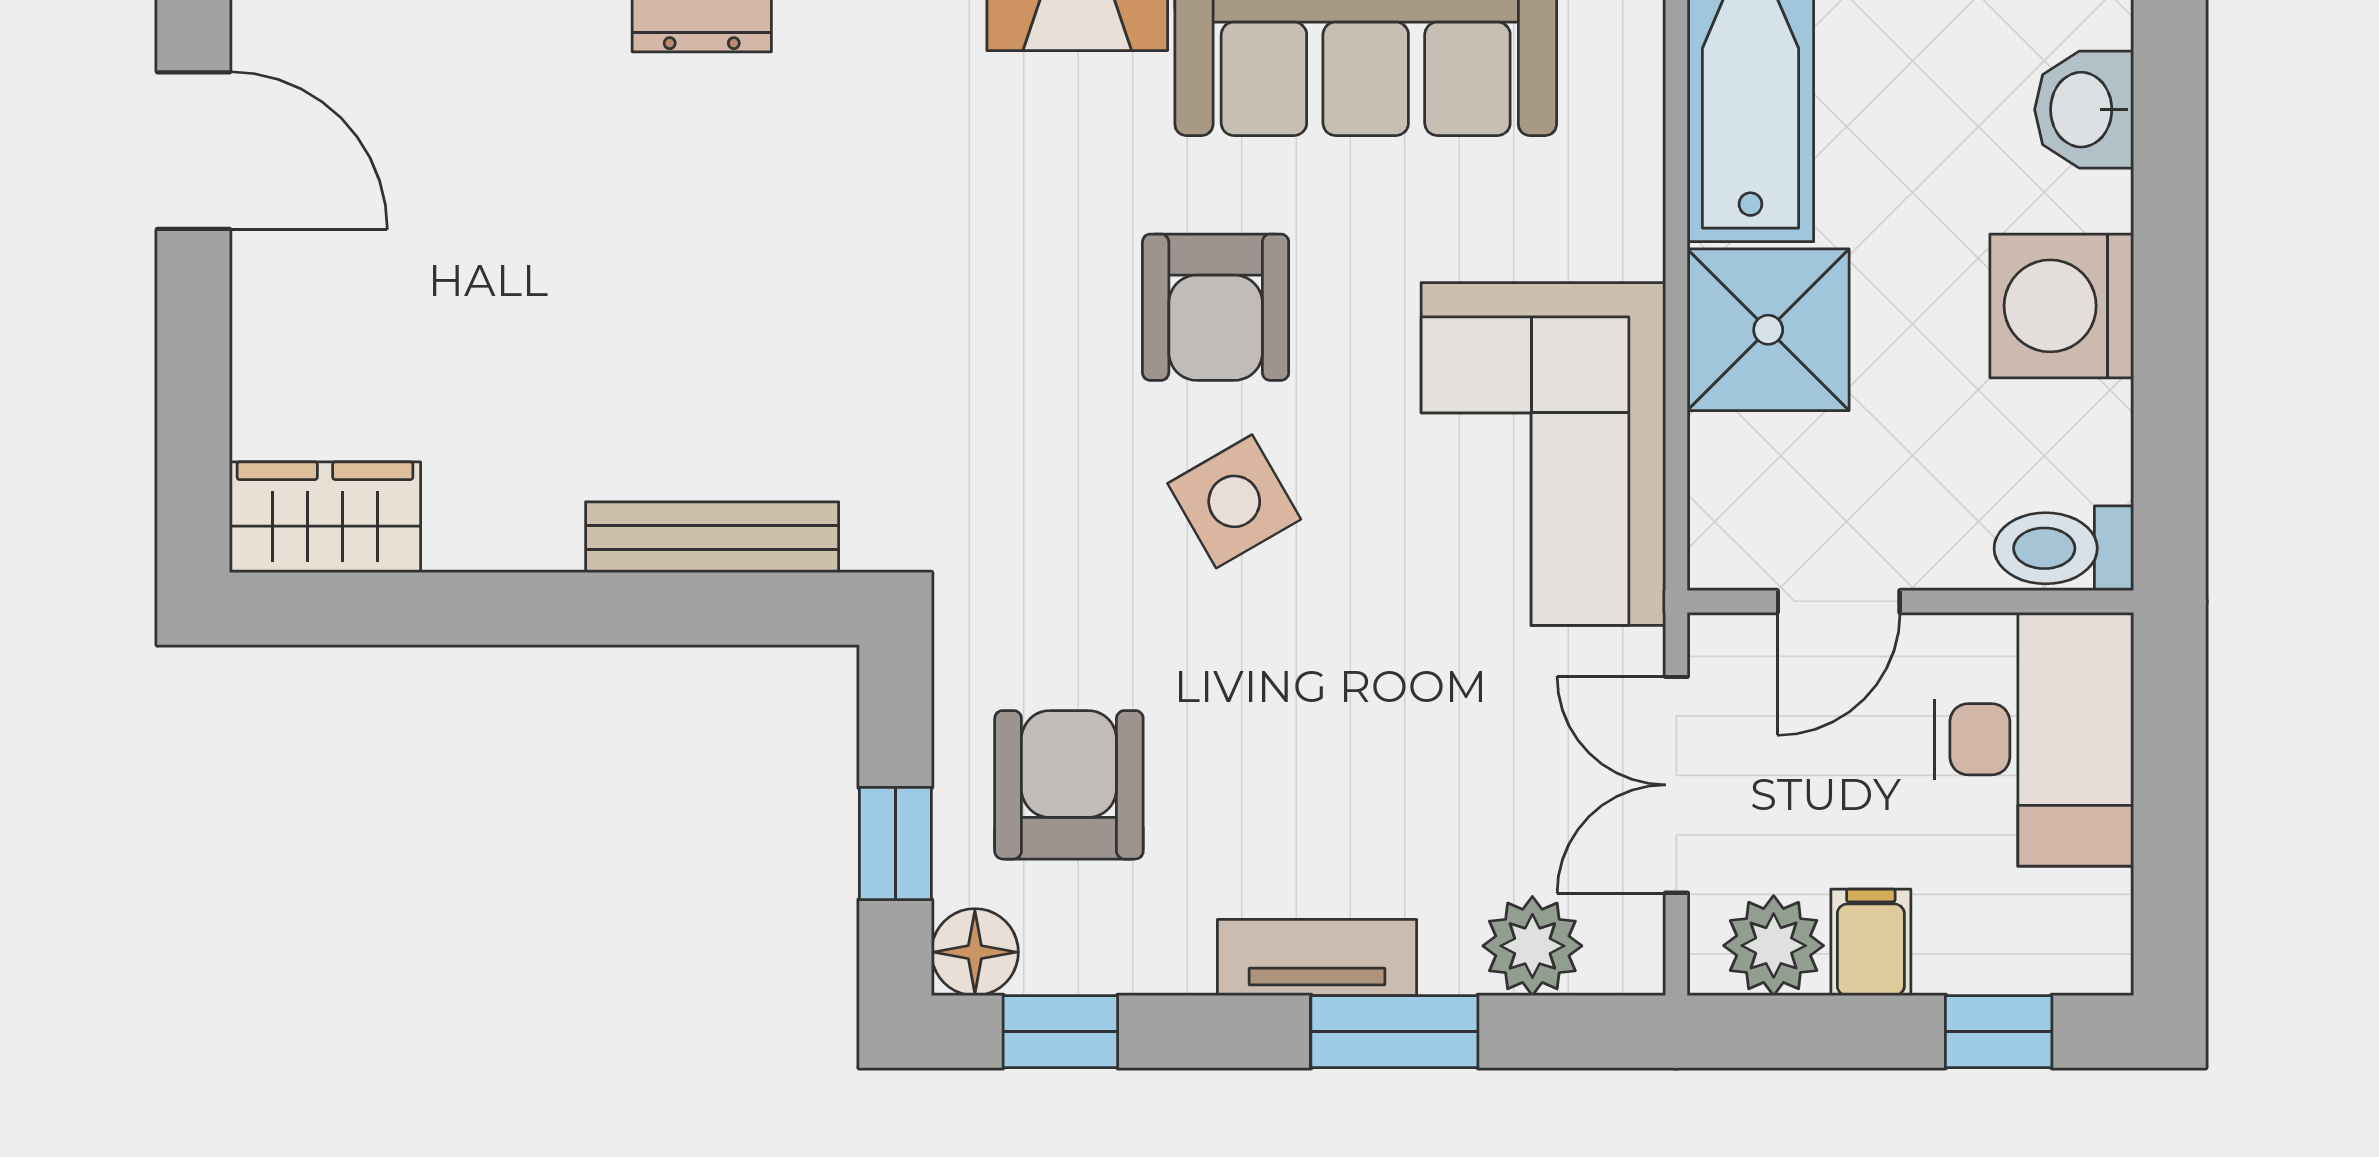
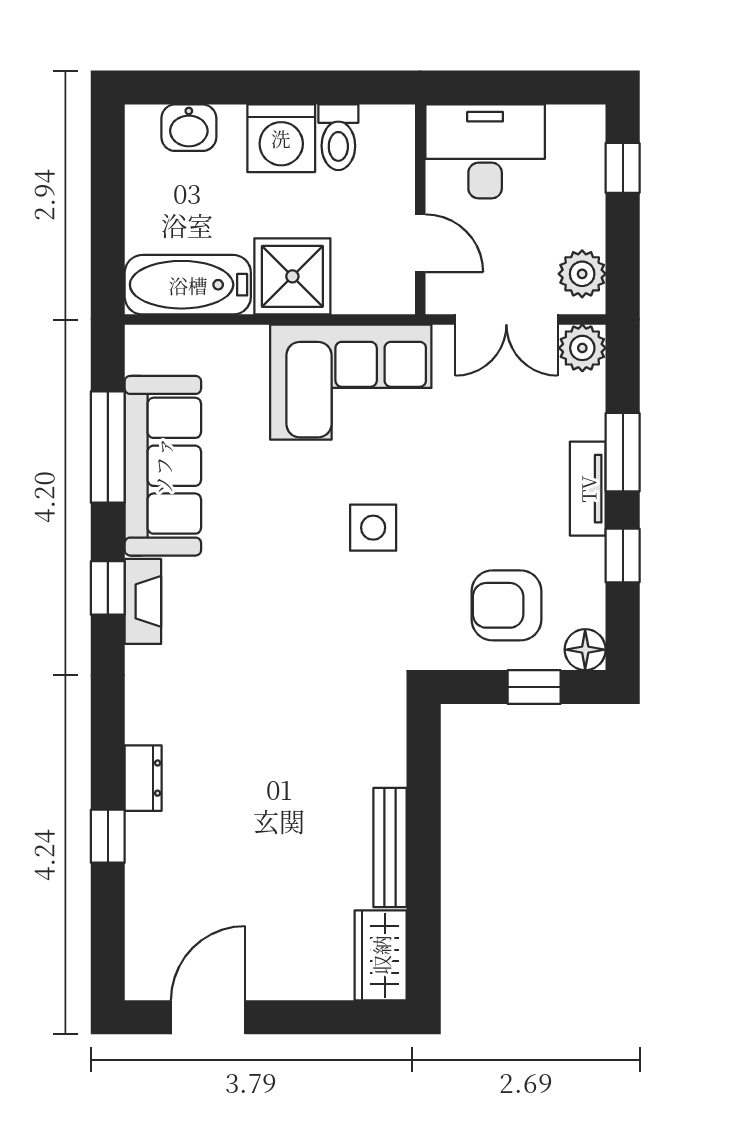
armchair: (1216, 307) -> (282, 536), removed
side table: (1234, 501) -> (373, 528), turned 30
bench: (712, 537) -> (390, 847), moved
toilet: (2064, 548) -> (338, 137), moved
filing cabinet: (1871, 942) -> (581, 228), removed
plant: (1532, 946) -> (582, 348), moved
window: (1060, 1032) -> (623, 556), moved

